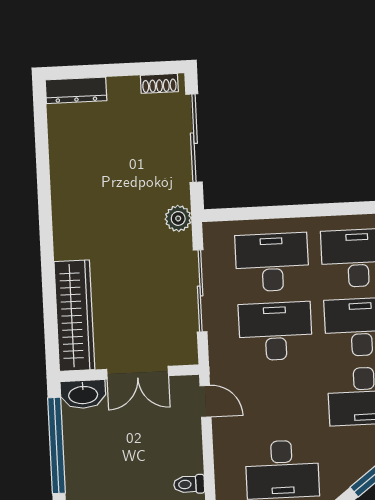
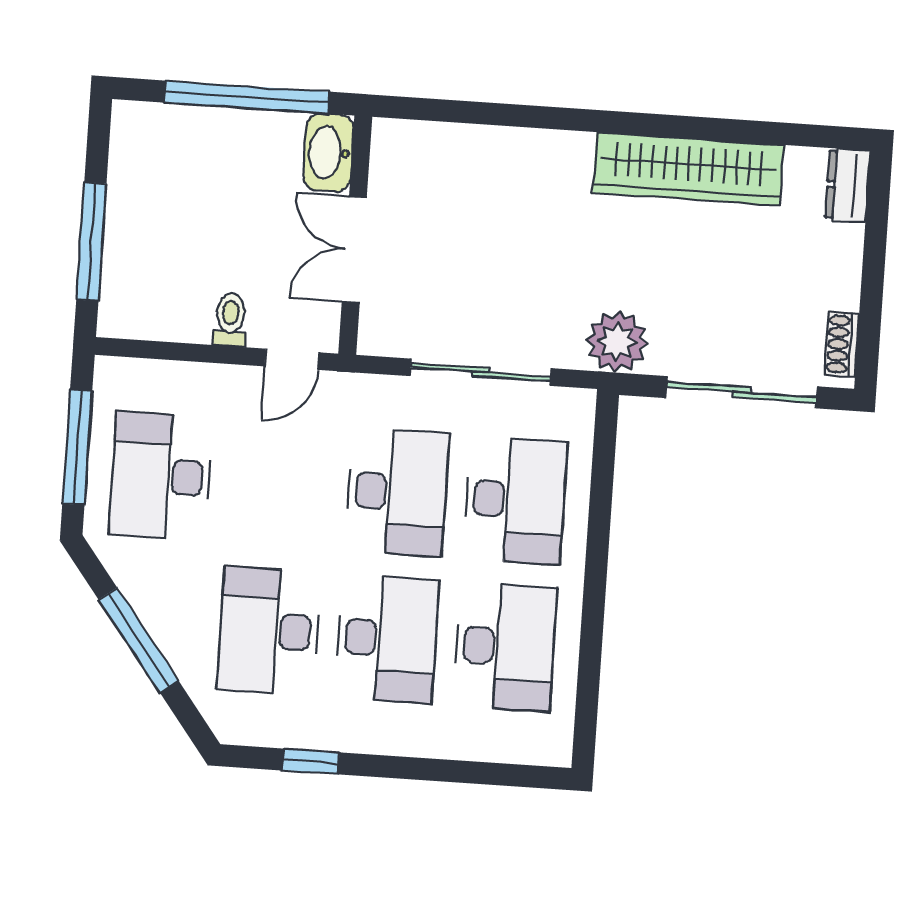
dresser: (76, 90) -> (848, 185), width x0.70
plant: (178, 218) -> (617, 342), width x1.36, depth x1.36
wardrobe: (74, 316) -> (688, 169), moved
toilet: (189, 484) -> (230, 320), moved

